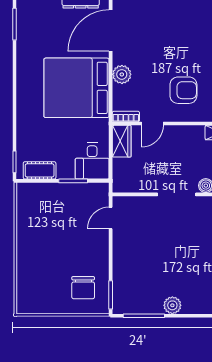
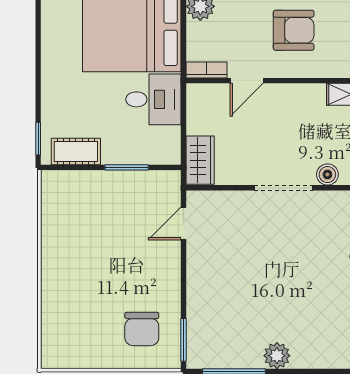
wardrobe: (122, 141) -> (200, 160), moved
desk: (92, 161) -> (153, 99), moved, turned -90

